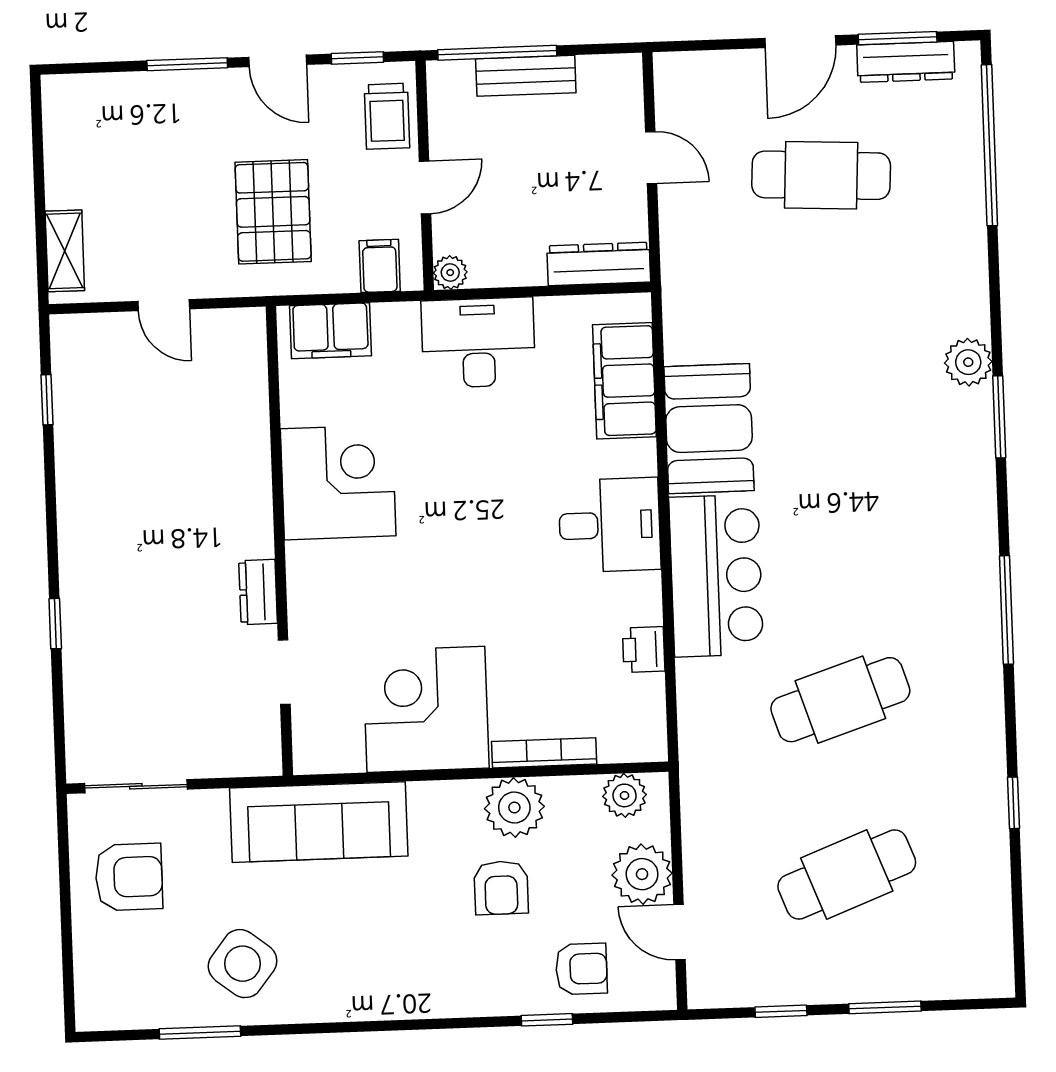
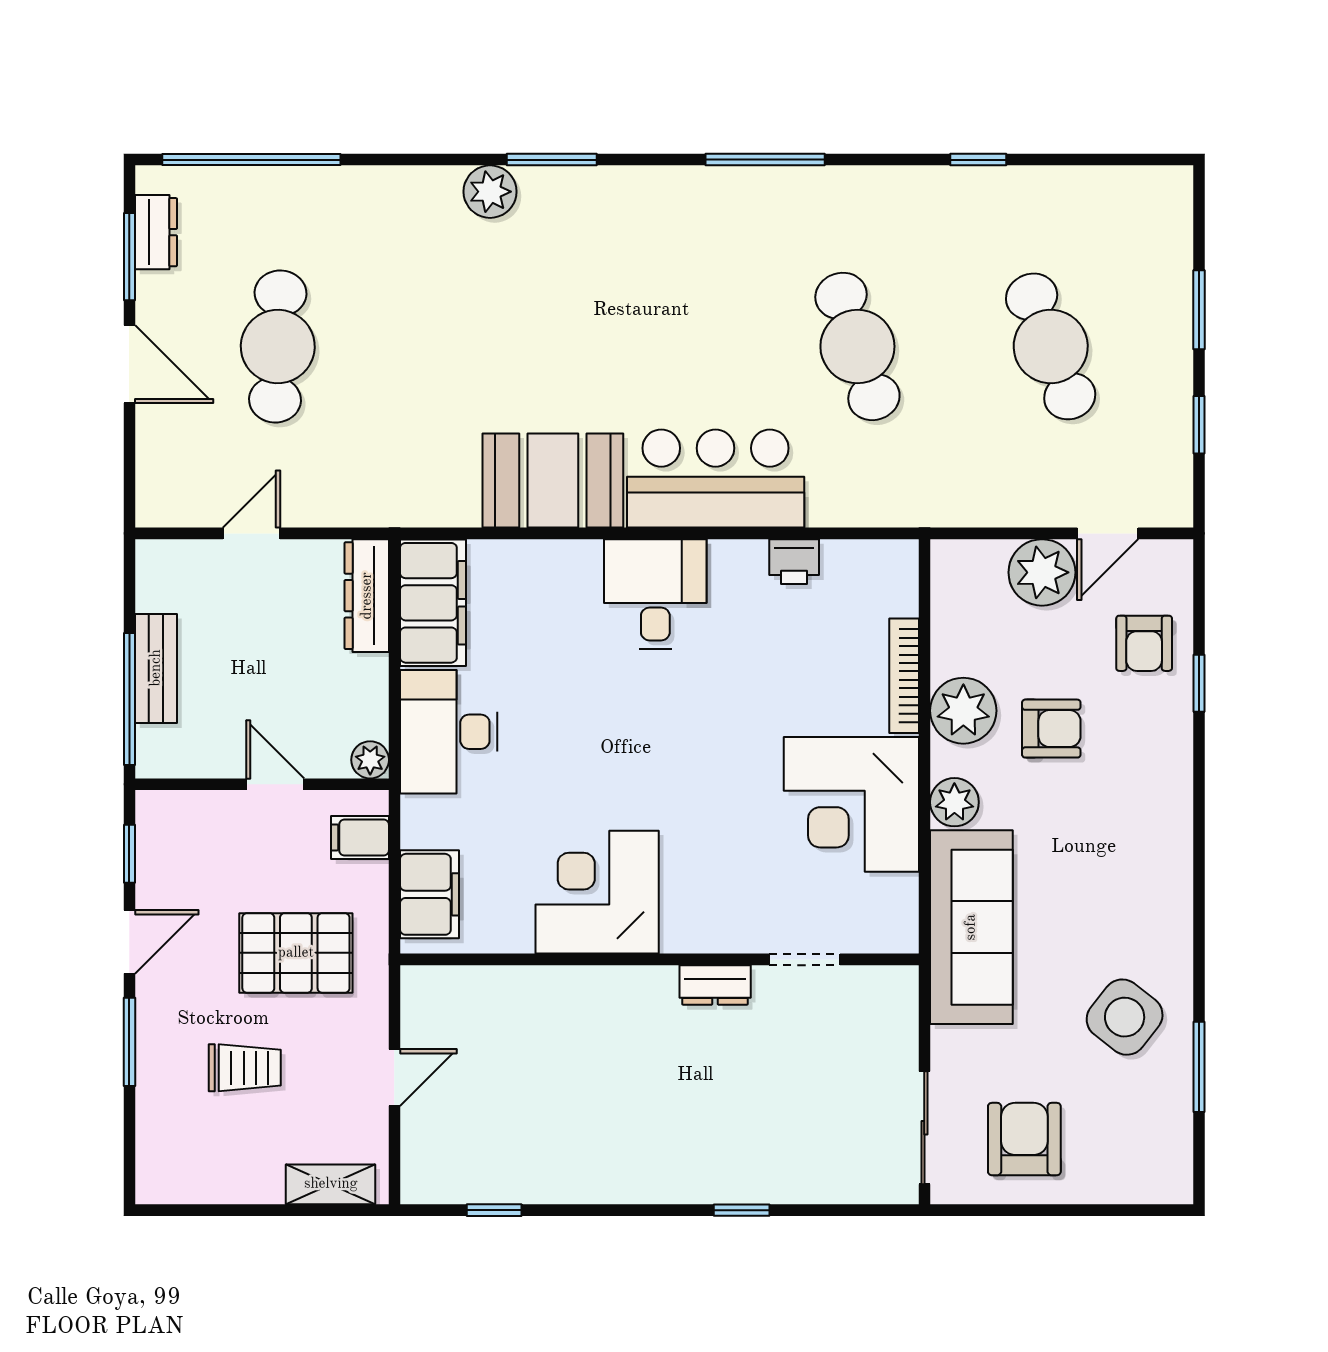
dresser: (906, 62) -> (156, 232), width x0.70
trolley: (387, 116) -> (245, 1068), moved
filing cabinet: (624, 381) -> (433, 603), moved, turned -90
plant: (625, 795) -> (954, 802), moved
armchair: (581, 969) -> (1144, 643), turned 180

